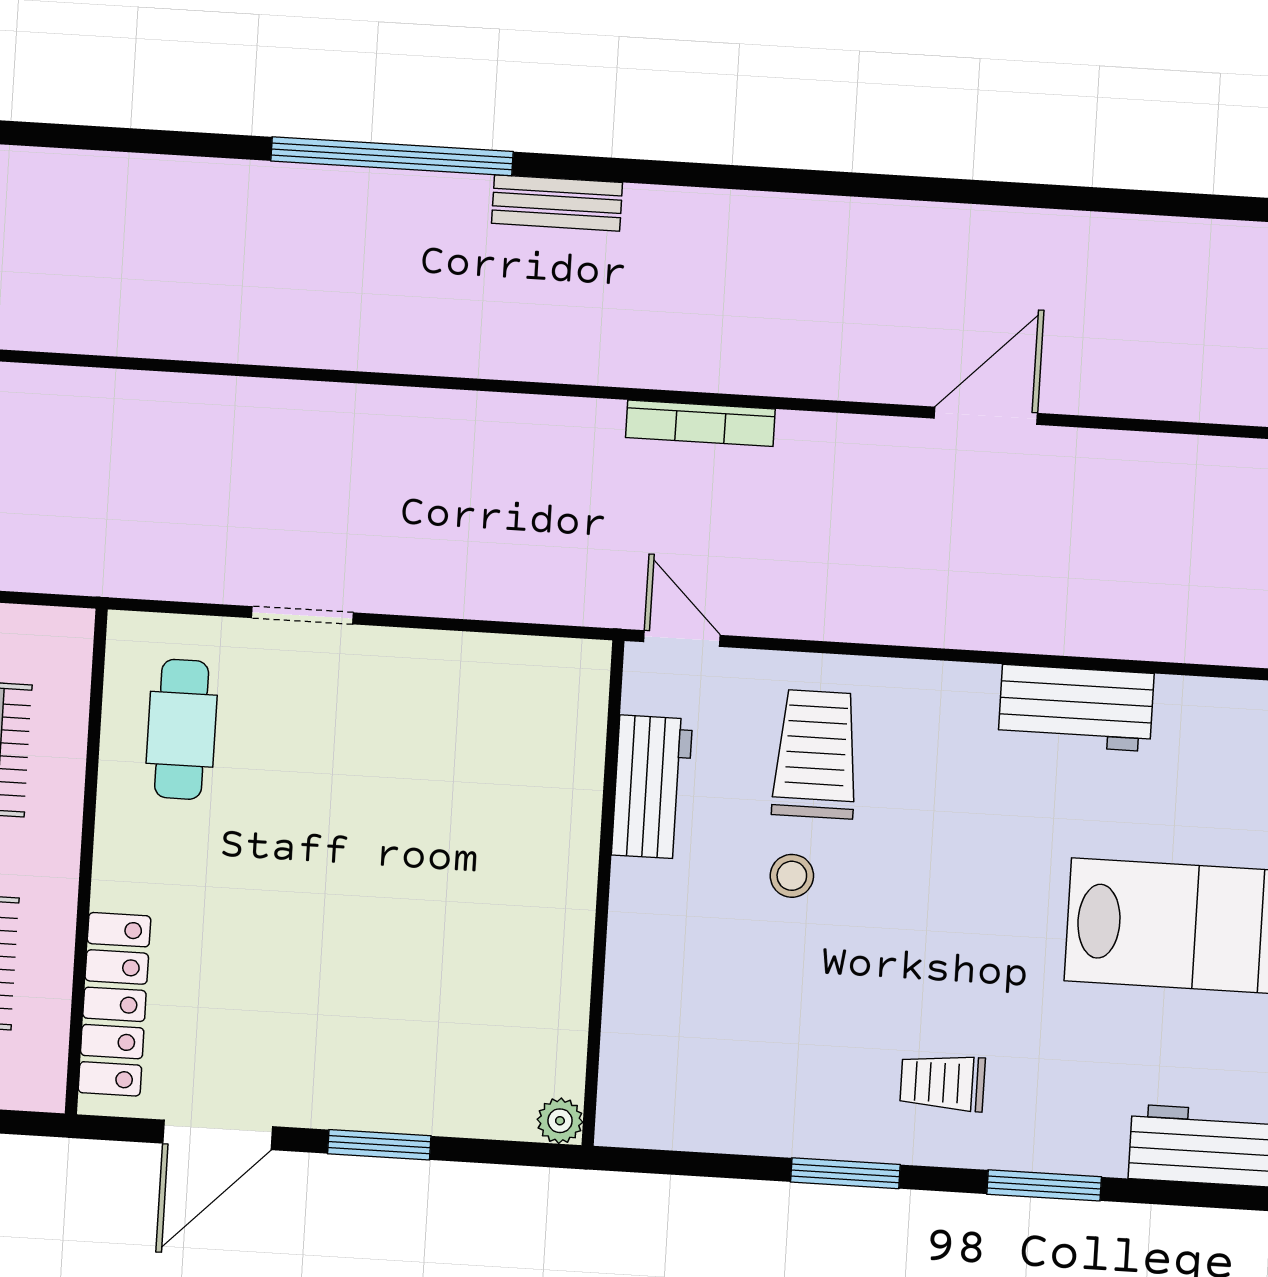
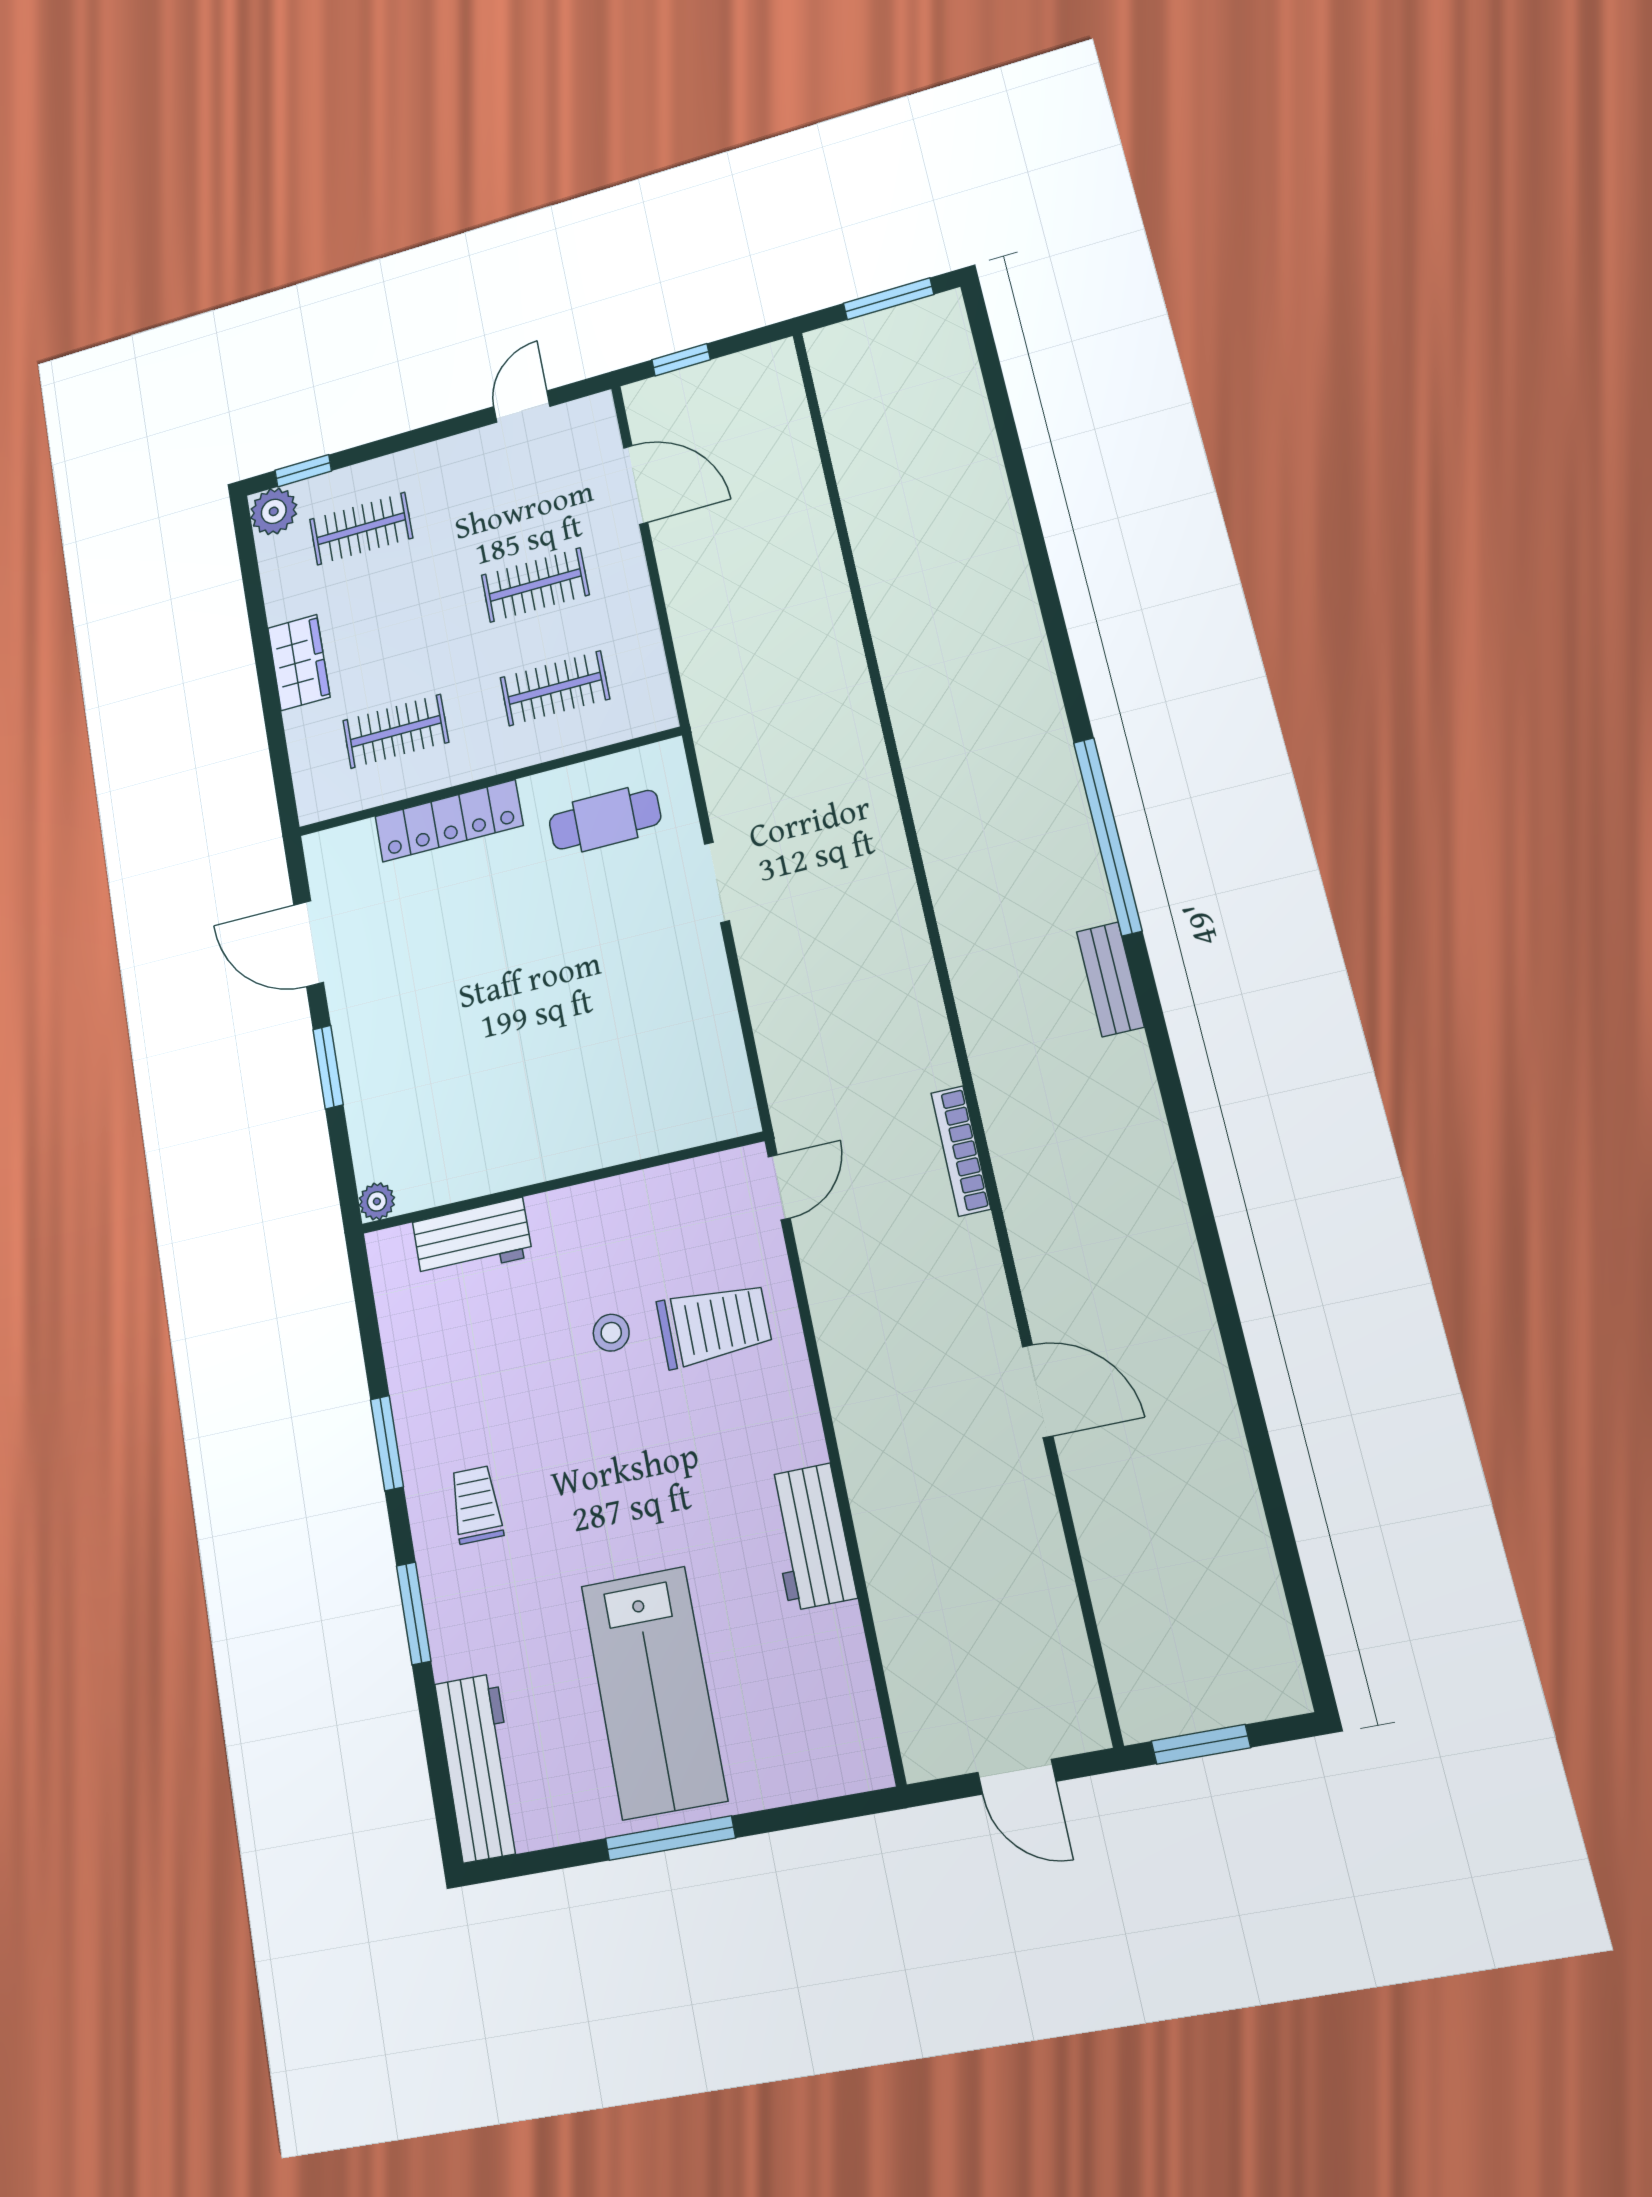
workbench: (652, 787) -> (472, 1239), moved
locker: (114, 1004) -> (449, 821), moved

